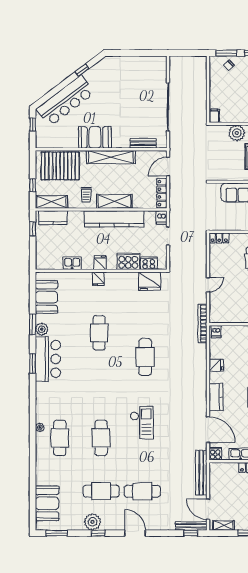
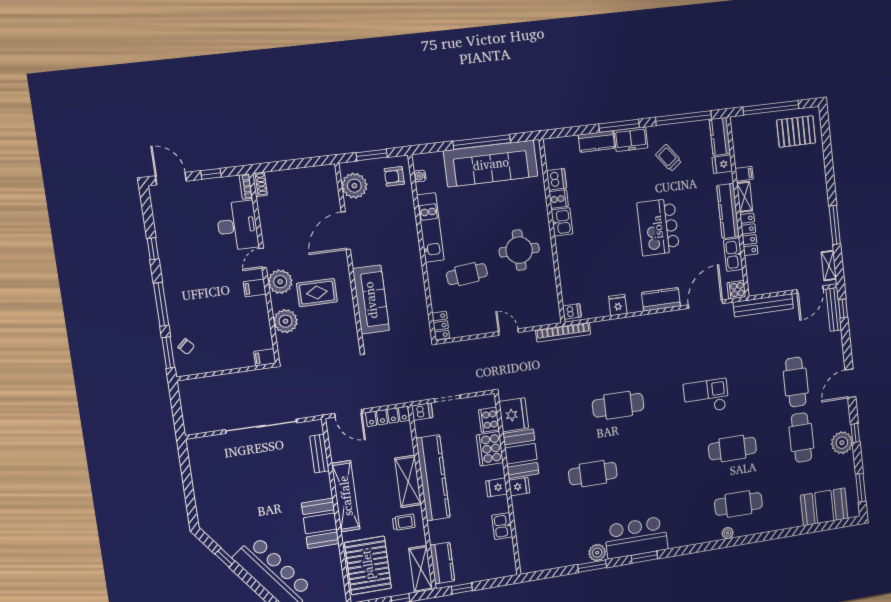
booth: (46, 297) -> (521, 454), moved, turned 90

